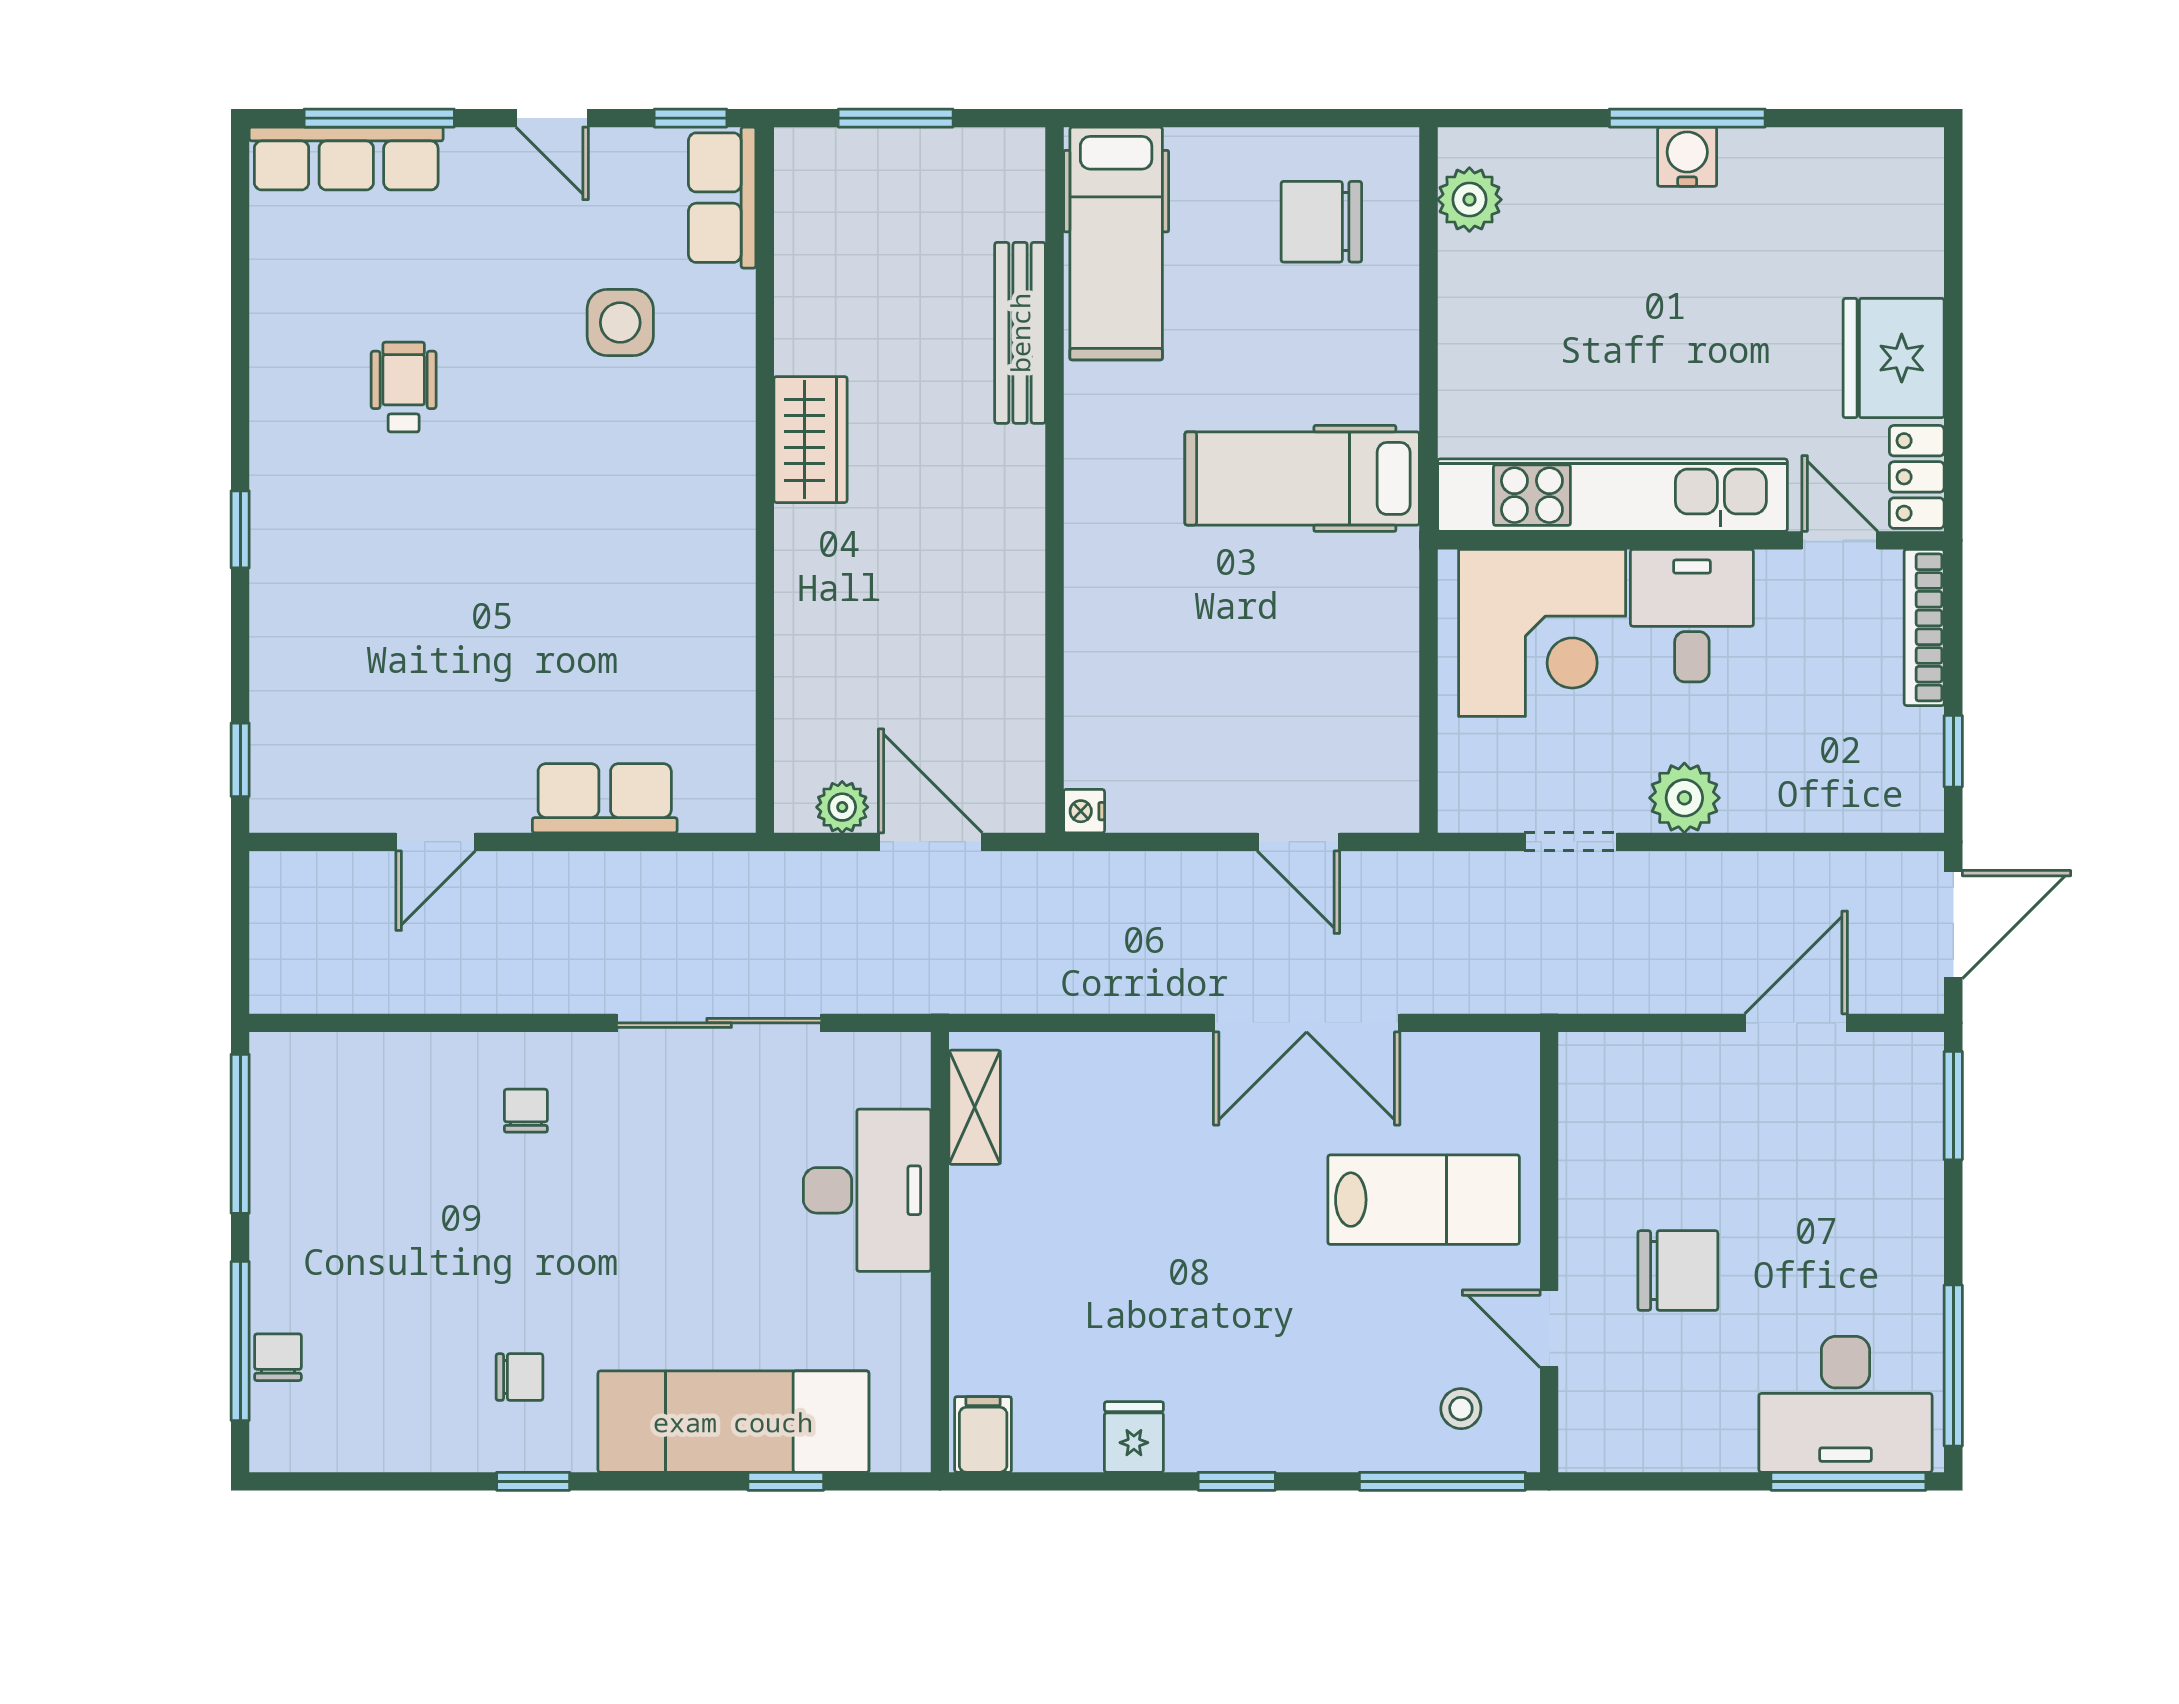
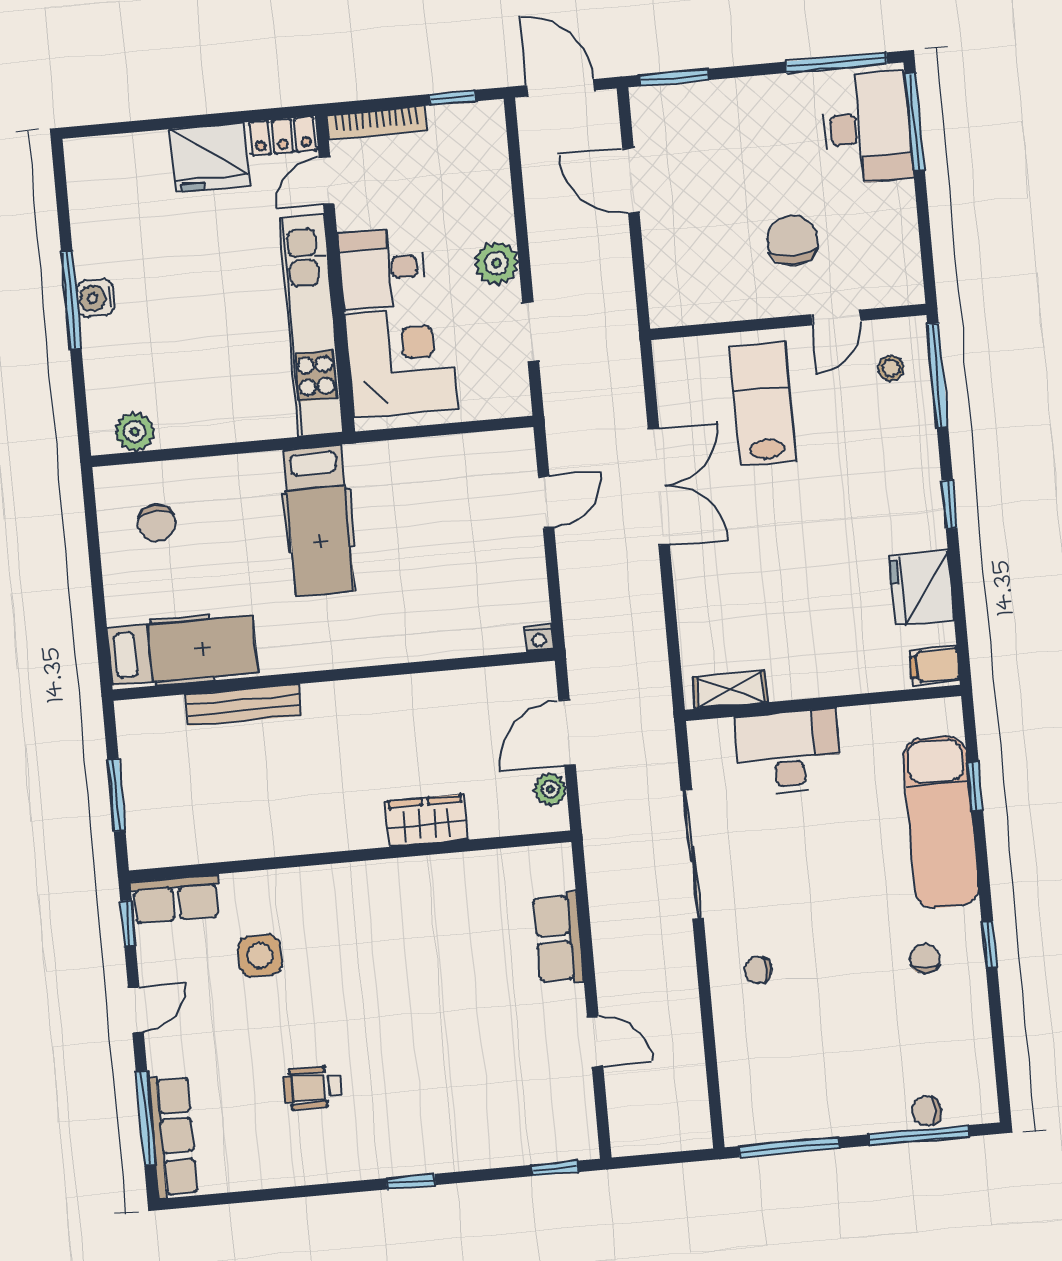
chair: (1321, 222) -> (157, 523), width x0.73, depth x0.73
wardrobe: (811, 440) -> (427, 821), moved
fridge: (1134, 1437) -> (922, 588), width x1.88, depth x1.34

